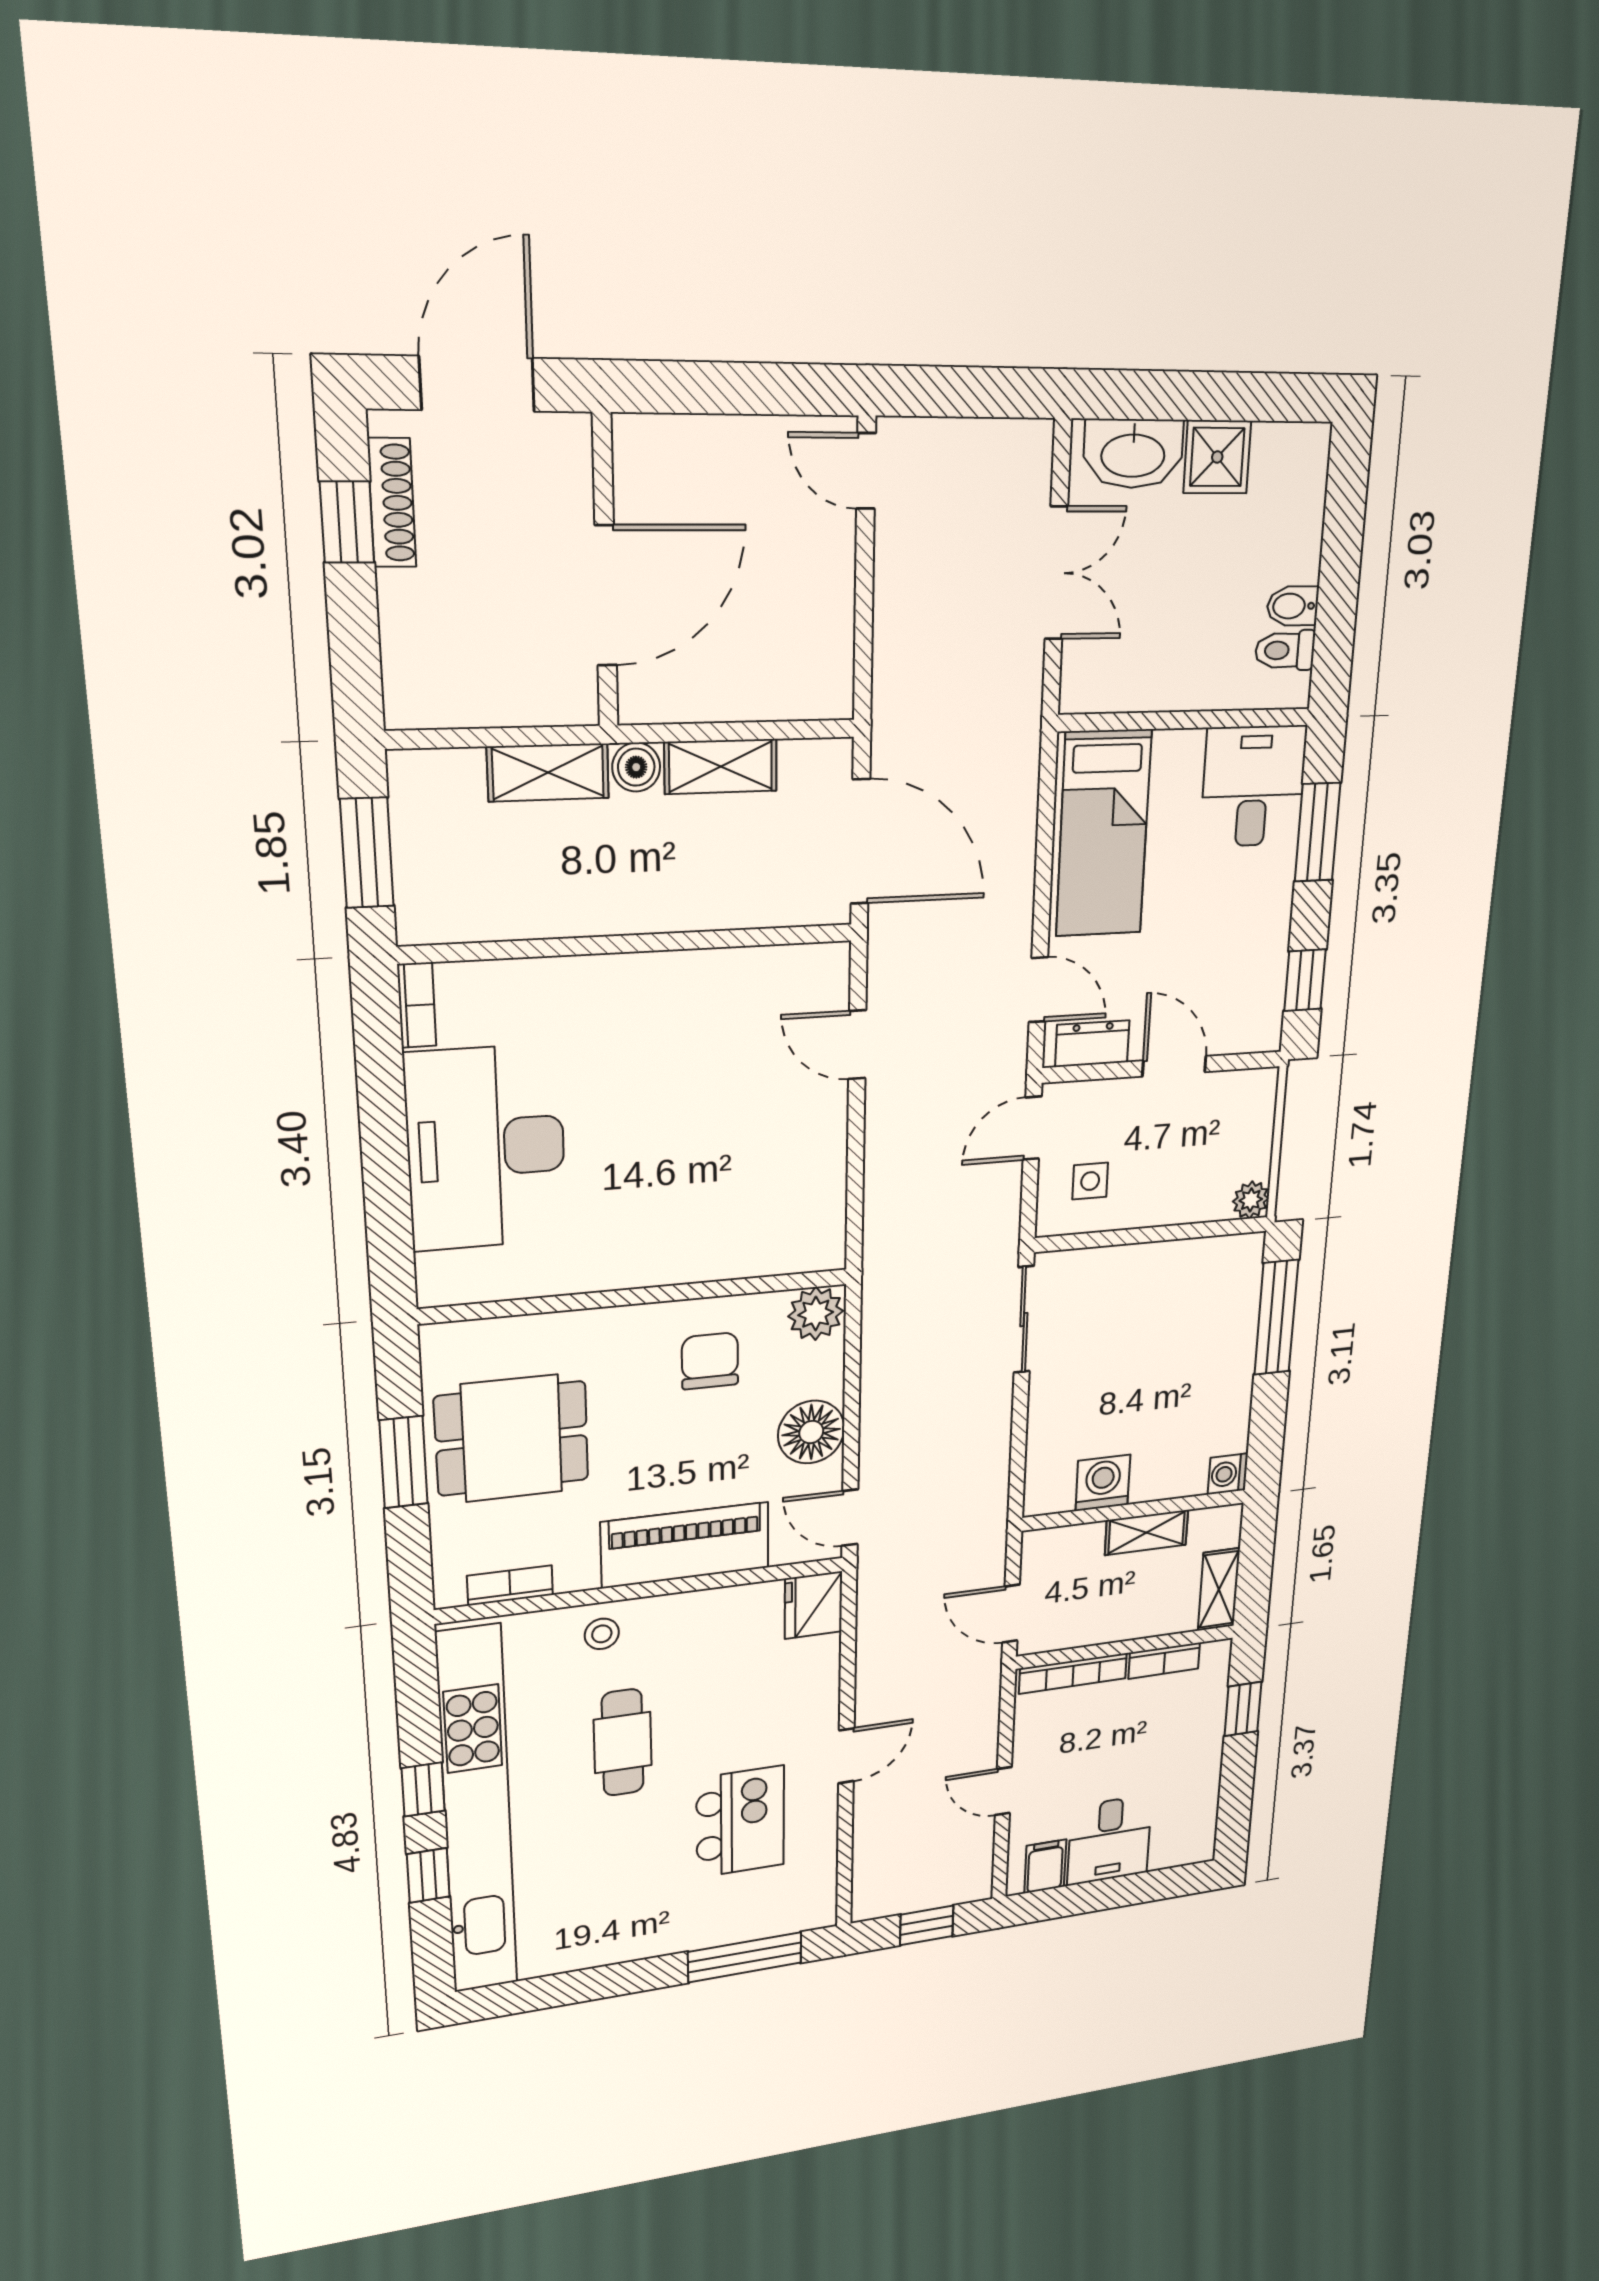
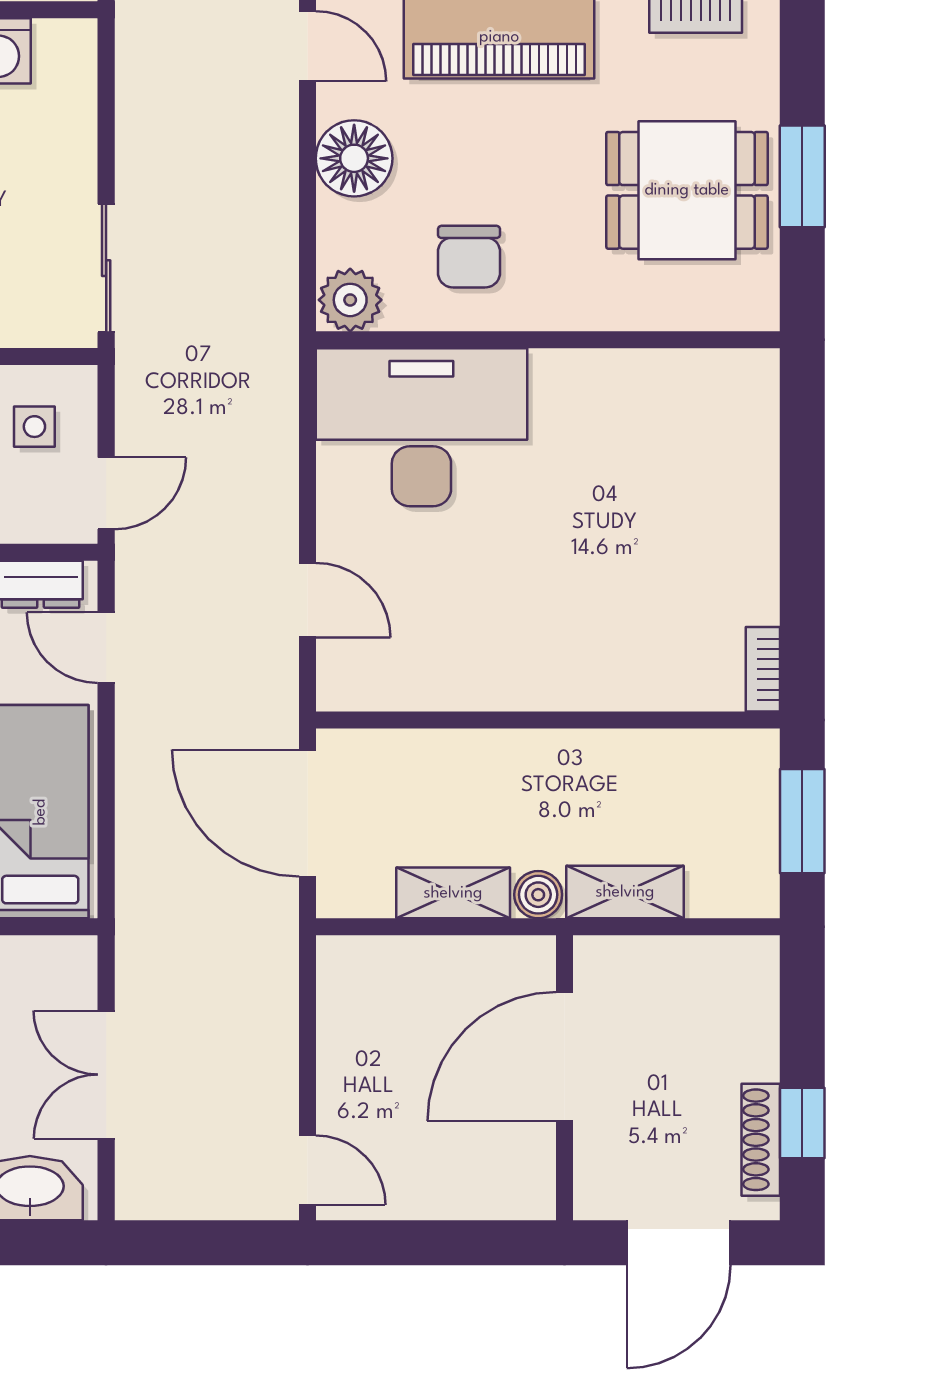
desk: (486, 1148) -> (421, 427), moved, turned -90

